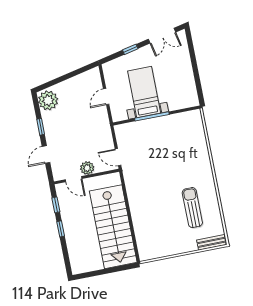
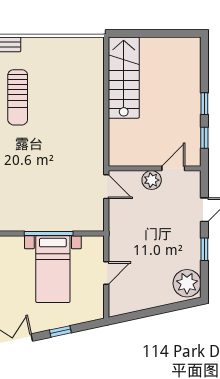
door: (74, 179) -> (173, 168), hinge flipped
stairs: (113, 227) -> (124, 78), width x0.73, depth x0.66

